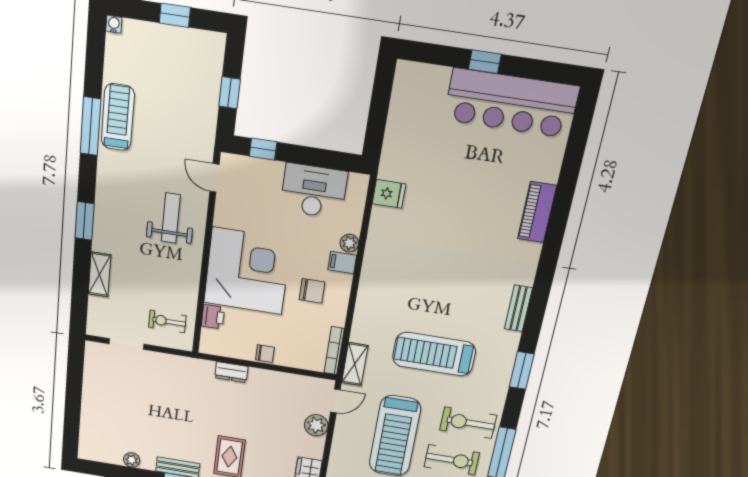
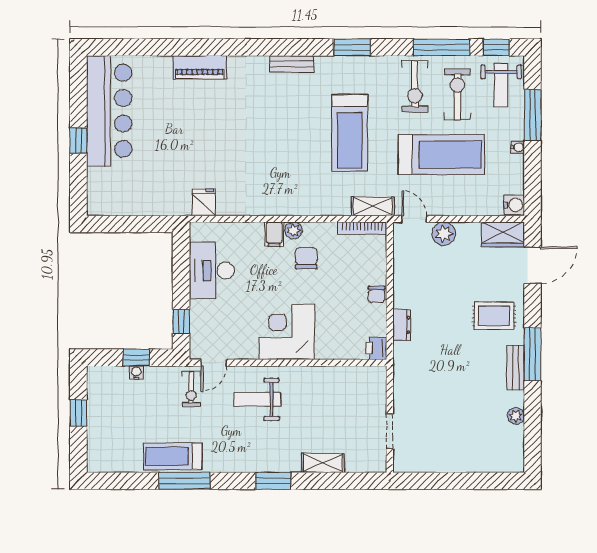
water cooler: (114, 24) -> (136, 373), moved, turned 90
plant: (349, 243) -> (294, 231), moved
corner desk: (247, 271) -> (287, 332), width x0.74, depth x0.74
printer: (213, 317) -> (376, 348), moved, turned -90
exercise bike: (167, 321) -> (191, 389), moved
chair: (265, 354) -> (377, 294), turned 180

